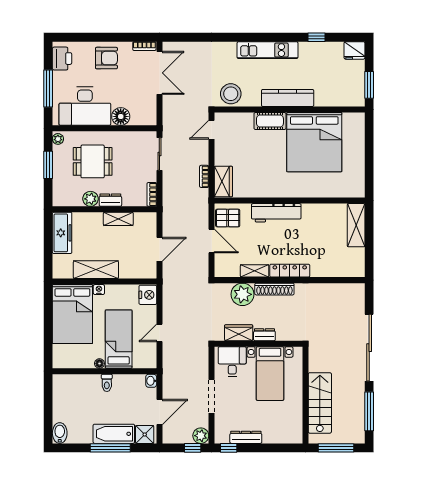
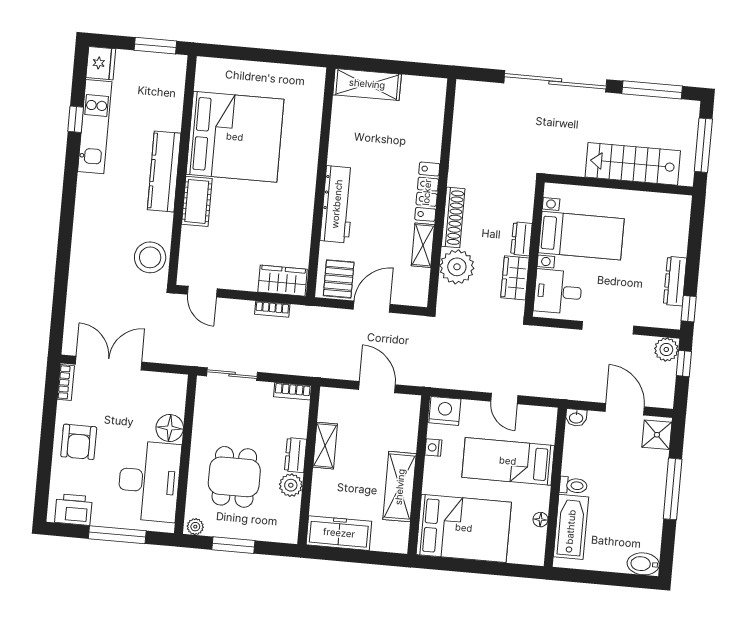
kitchen unit: (268, 50) -> (95, 127), moved
armchair: (106, 58) -> (79, 442), turned 180
nightstand: (99, 290) -> (433, 447), moved
floor lamp: (99, 363) -> (540, 520), moved
bathtub: (114, 434) -> (571, 527), moved, turned 180

